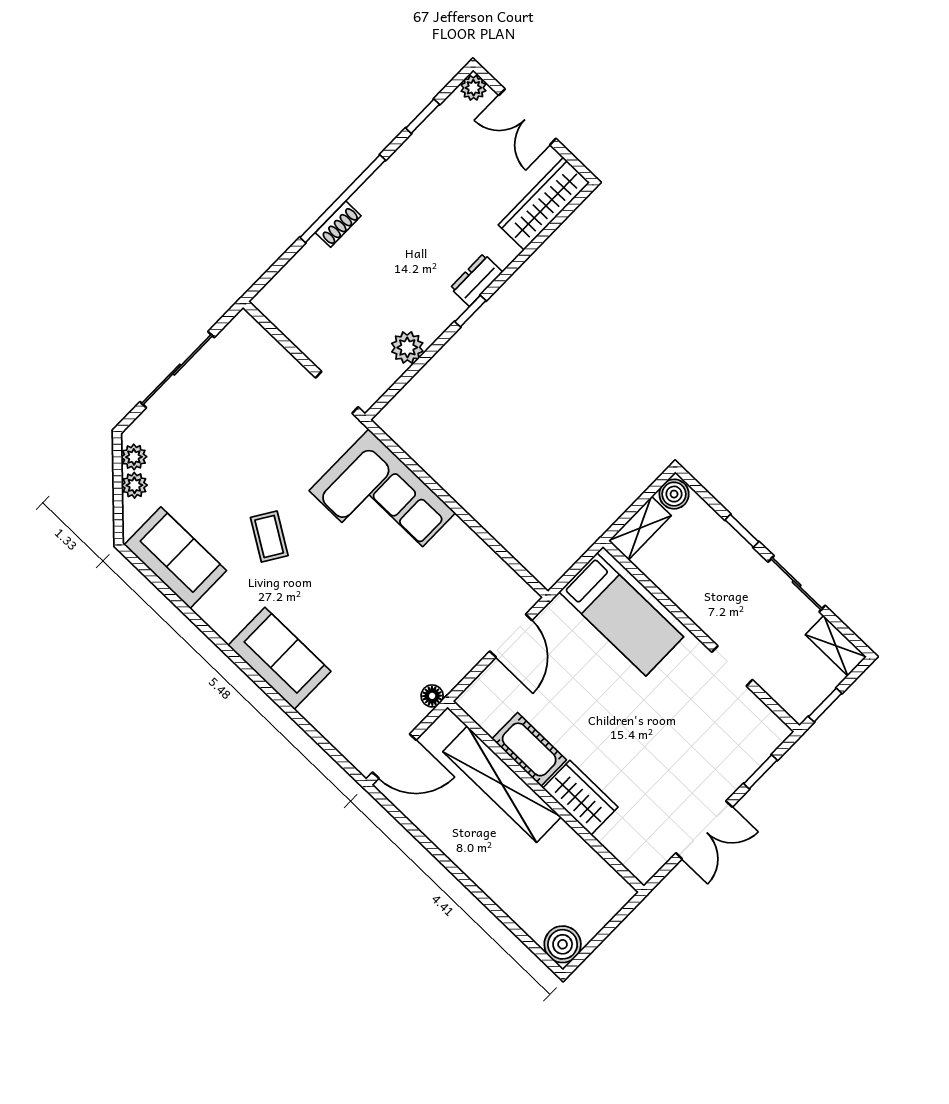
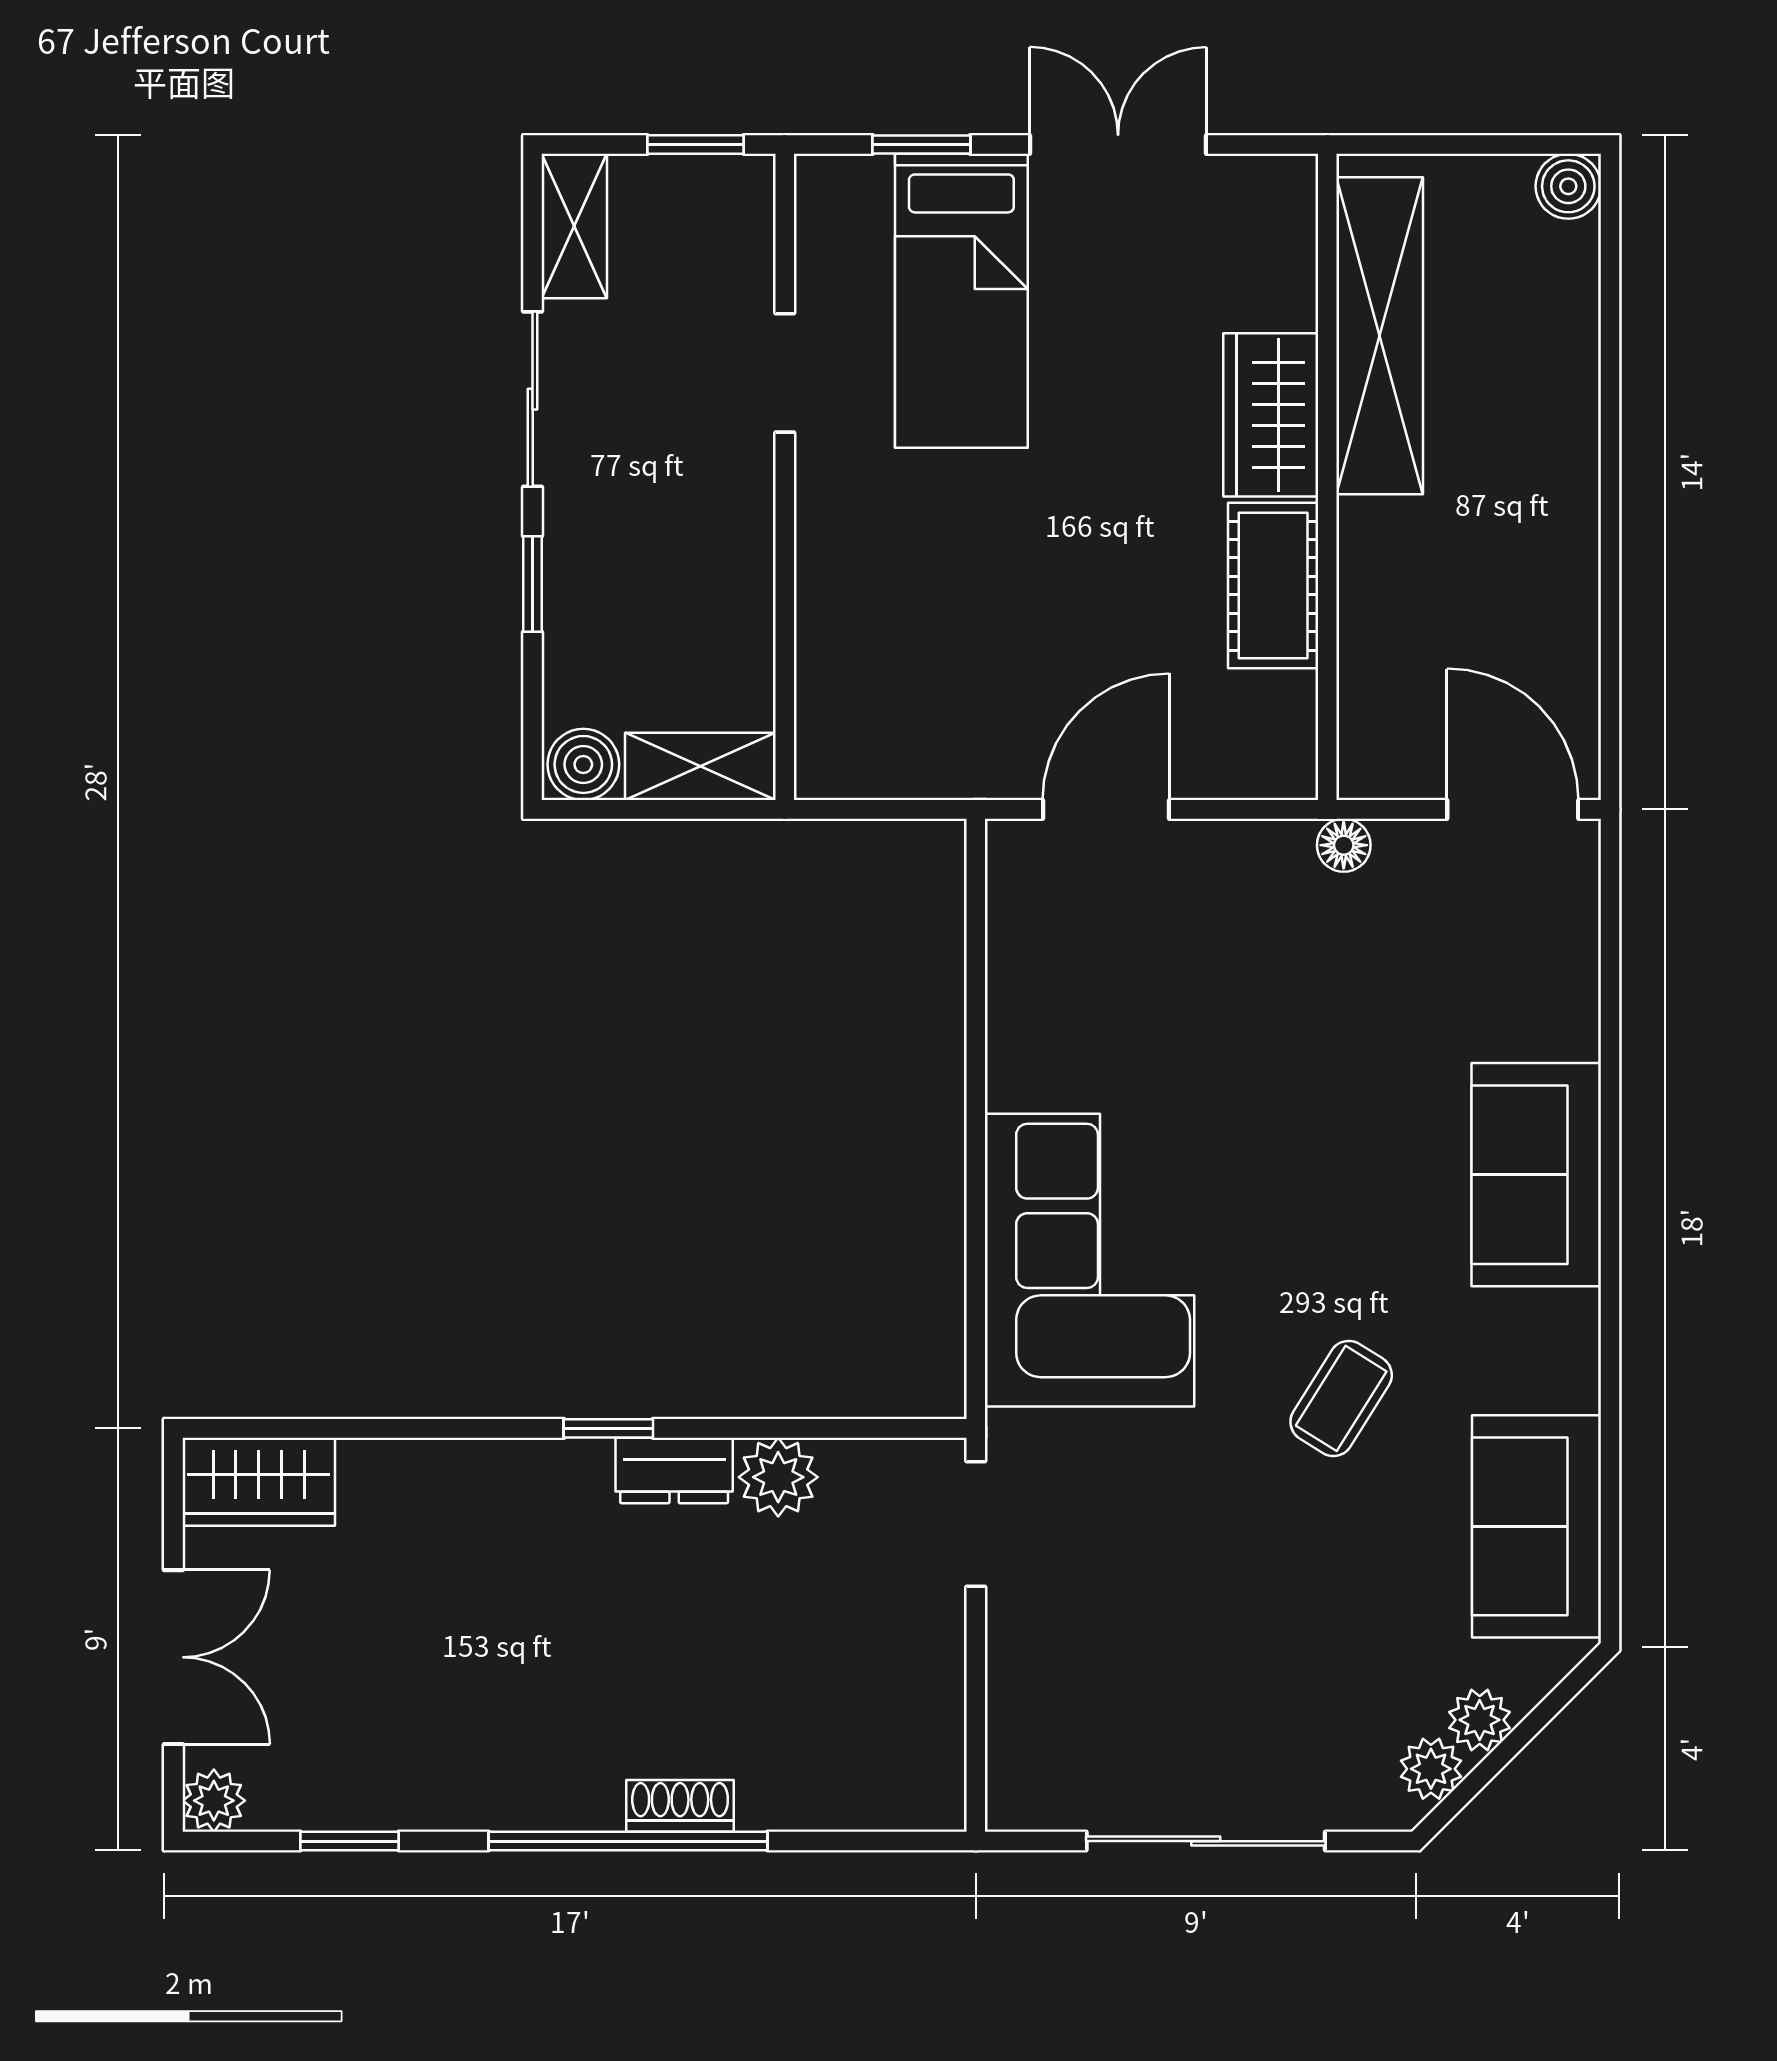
wardrobe: (544, 204) -> (259, 1482), width x0.67
dresser: (476, 280) -> (674, 1470), moved
bed: (621, 614) -> (961, 301), moved, turned 180
shelving: (502, 784) -> (1380, 336), moved
boiler: (563, 944) -> (1568, 186), width x0.73, depth x0.73

